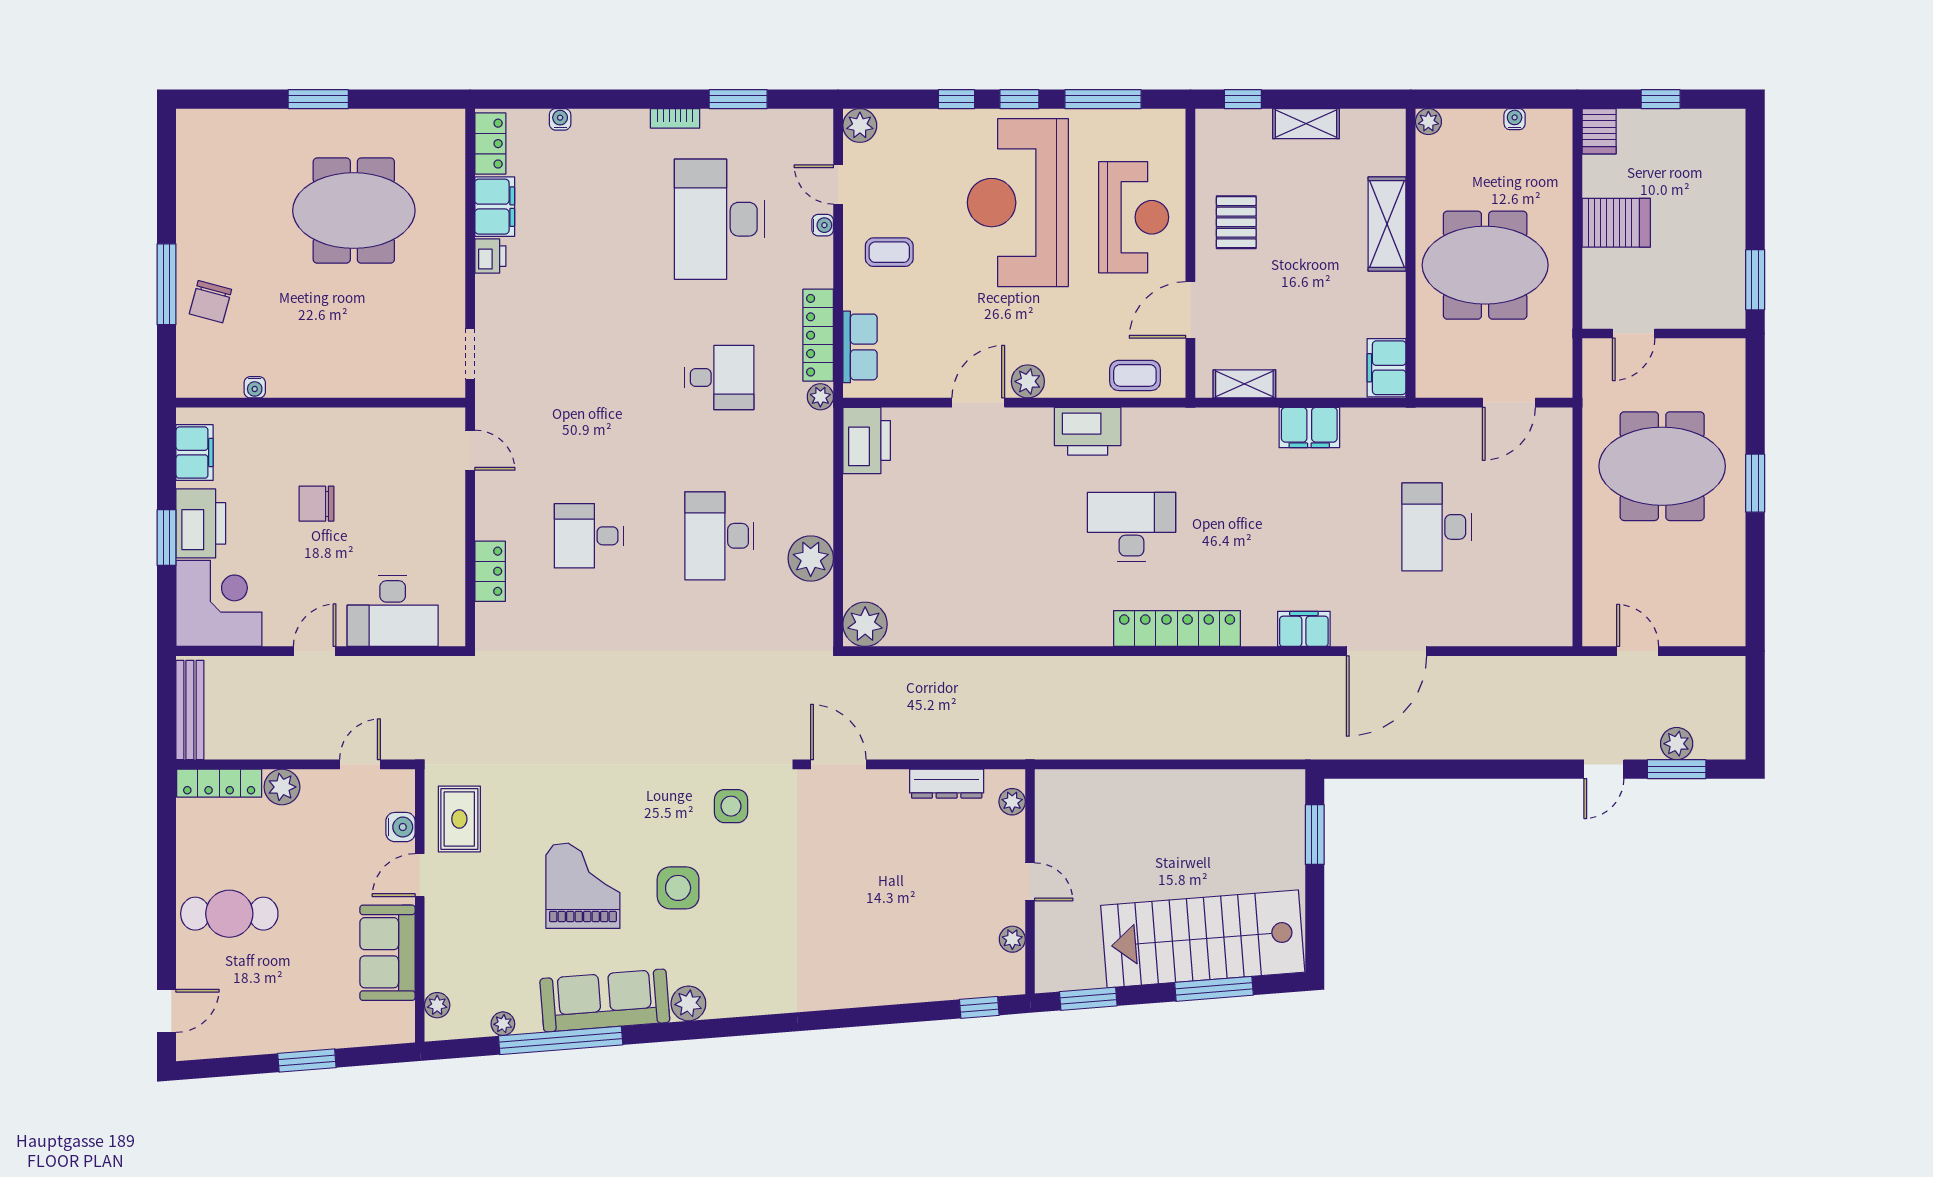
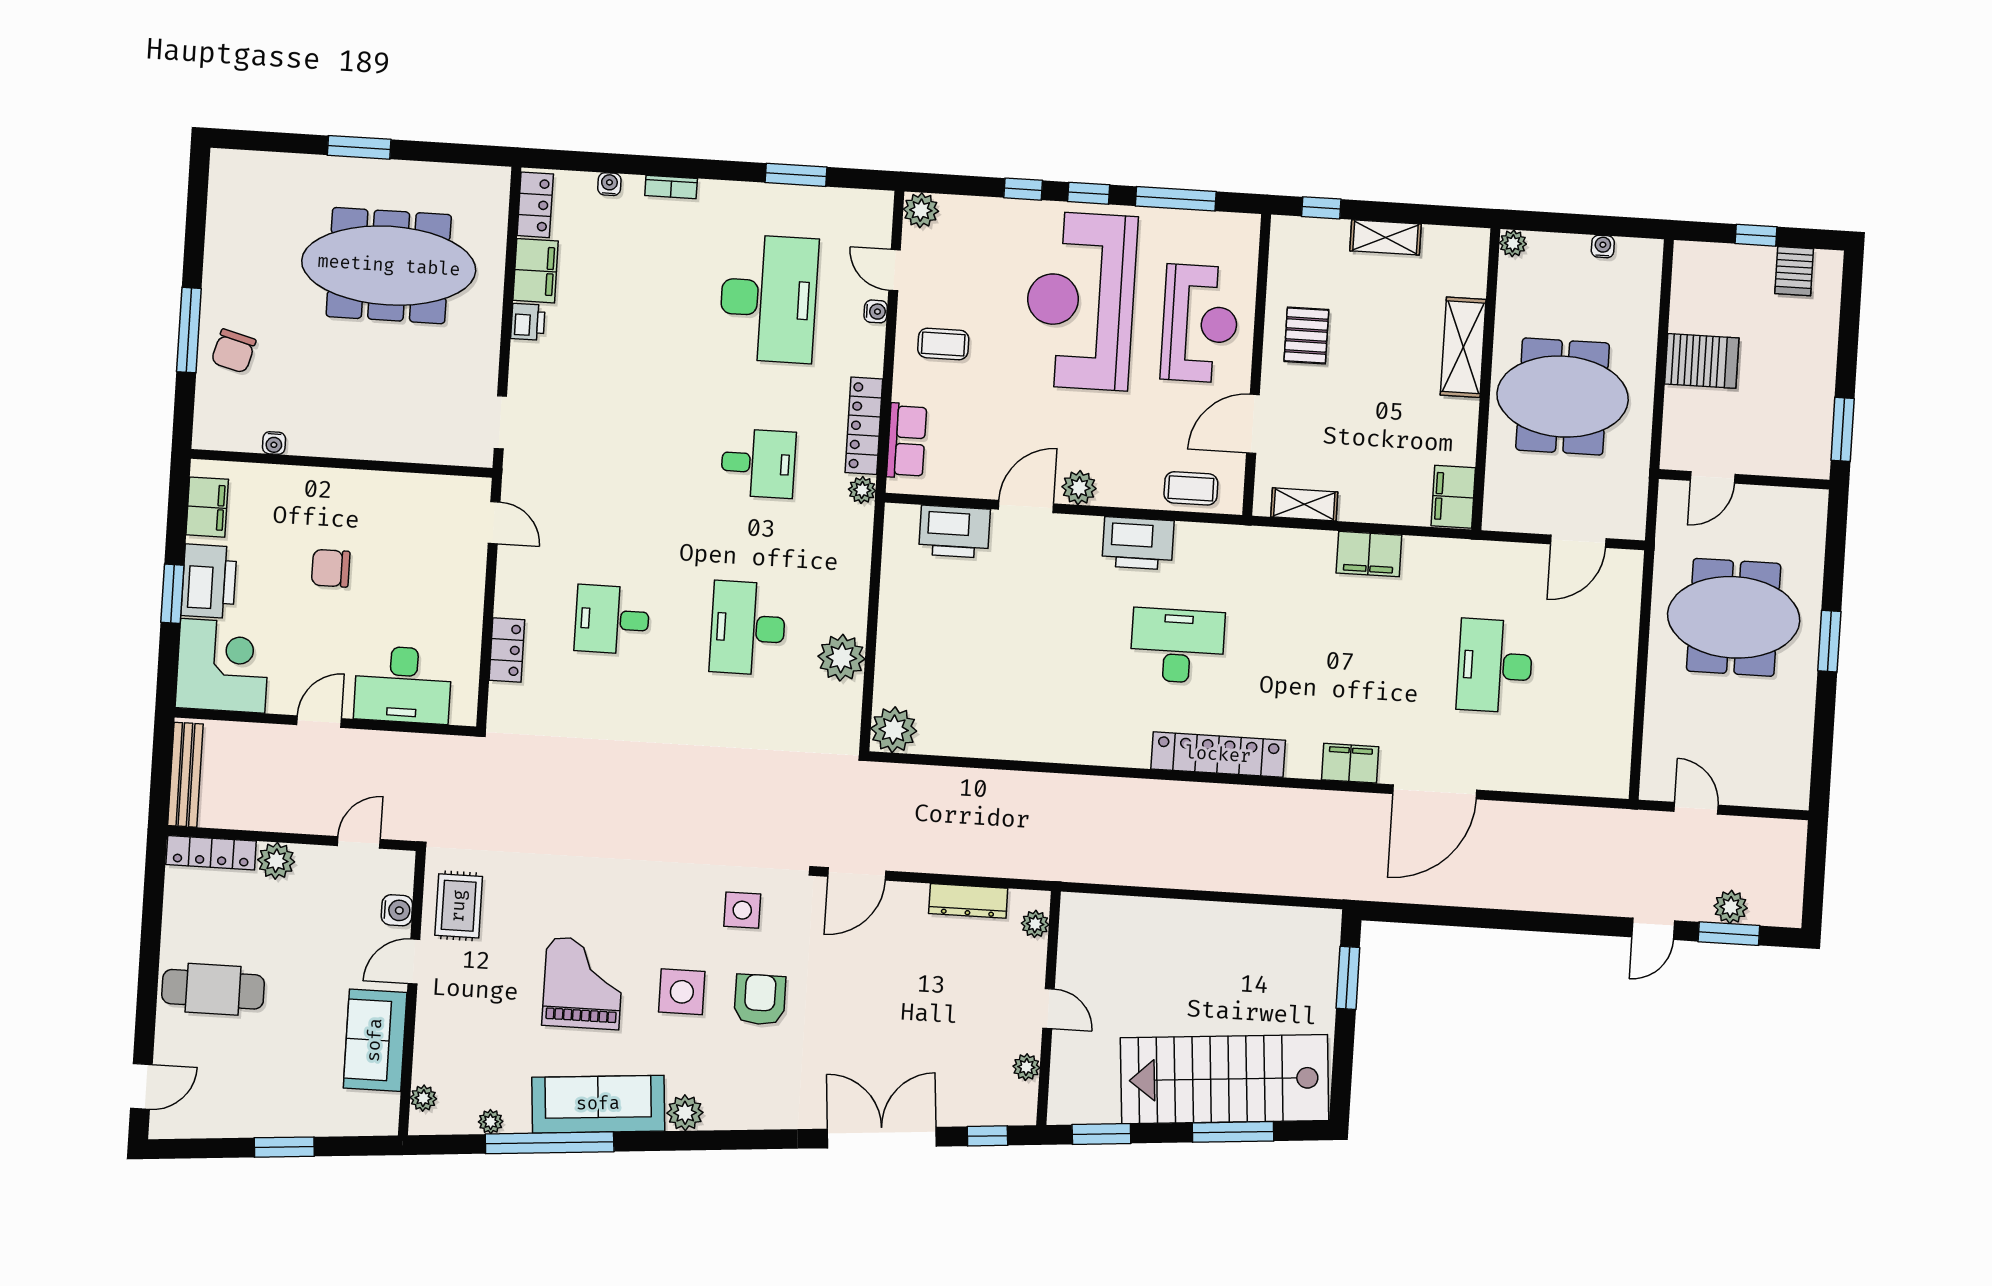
bookcase: (675, 118) -> (671, 187), moved
server rack: (1599, 131) -> (1794, 271), moved
meeting table: (354, 211) -> (389, 266), width x1.36
desk: (719, 219) -> (769, 299), turned 180
printer: (867, 440) -> (954, 532), moved, turned 90
door: (838, 764) -> (857, 874), swing flipped
armchair: (753, 891) -> (760, 1000), added
double door: (878, 1015) -> (882, 1138), added

